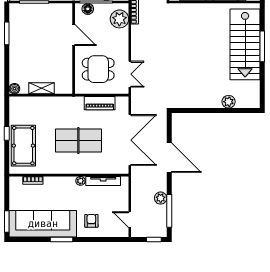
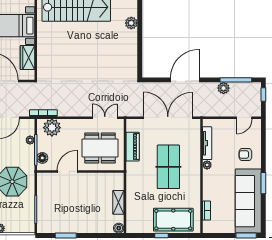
dining table: (98, 69) -> (100, 148), width x1.38

